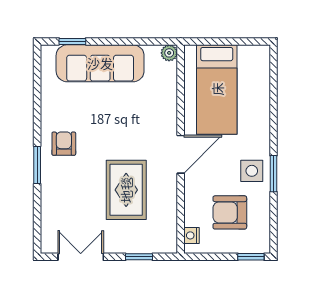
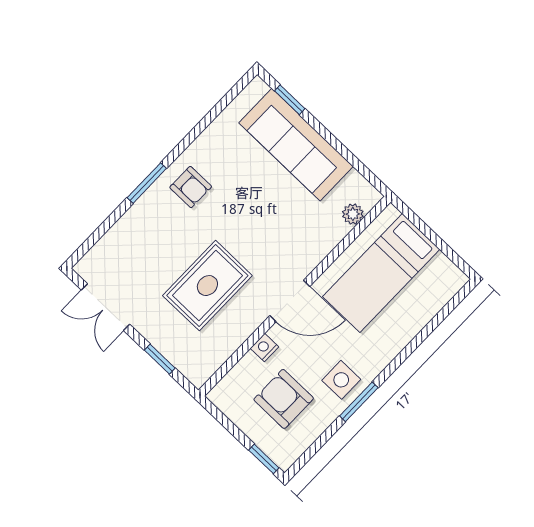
plant: (169, 53) -> (353, 214), moved
armchair: (64, 144) -> (191, 187), turned 90
nightstand: (191, 235) -> (265, 348), moved
double door: (81, 257) -> (106, 307), swing flipped

